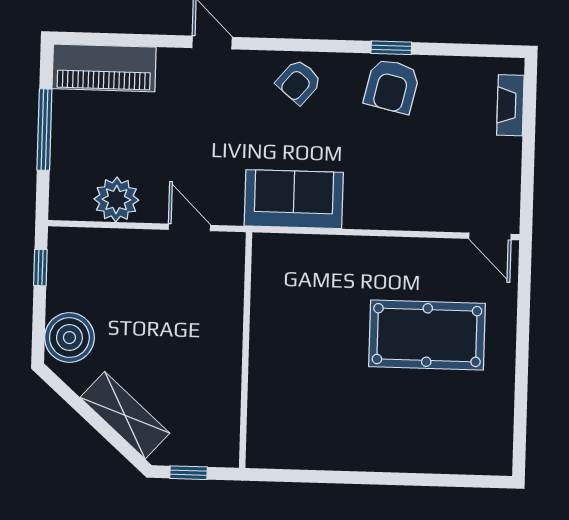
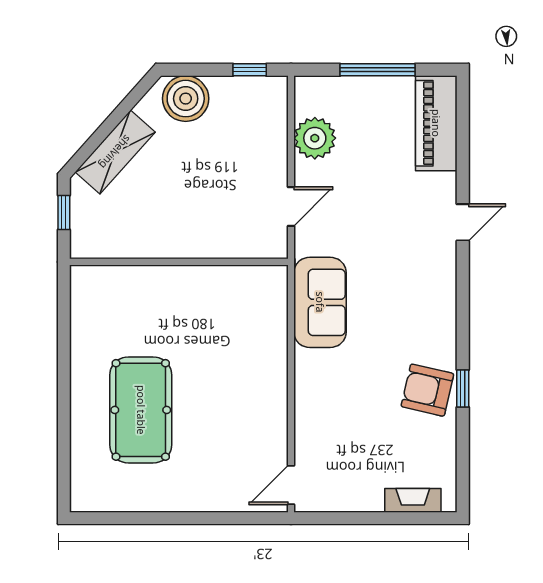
armchair: (299, 82) -> (429, 304), removed
pool table: (427, 335) -> (141, 410), moved

